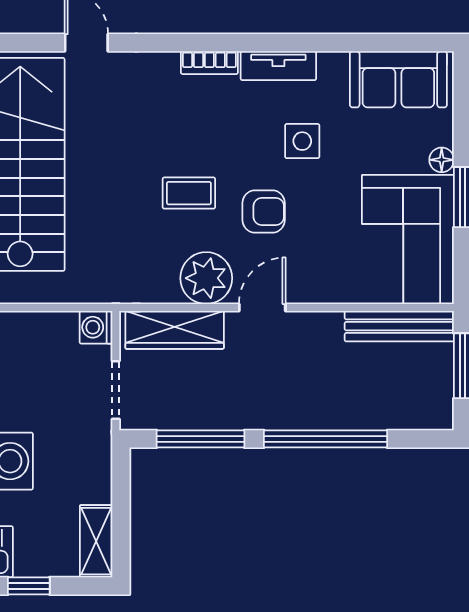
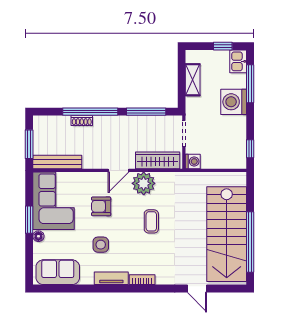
coffee table: (189, 193) -> (151, 221), turned 90
armchair: (264, 212) -> (101, 206), moved
shoe rack: (345, 419) -> (82, 121), added
shelving: (96, 541) -> (193, 80), moved

